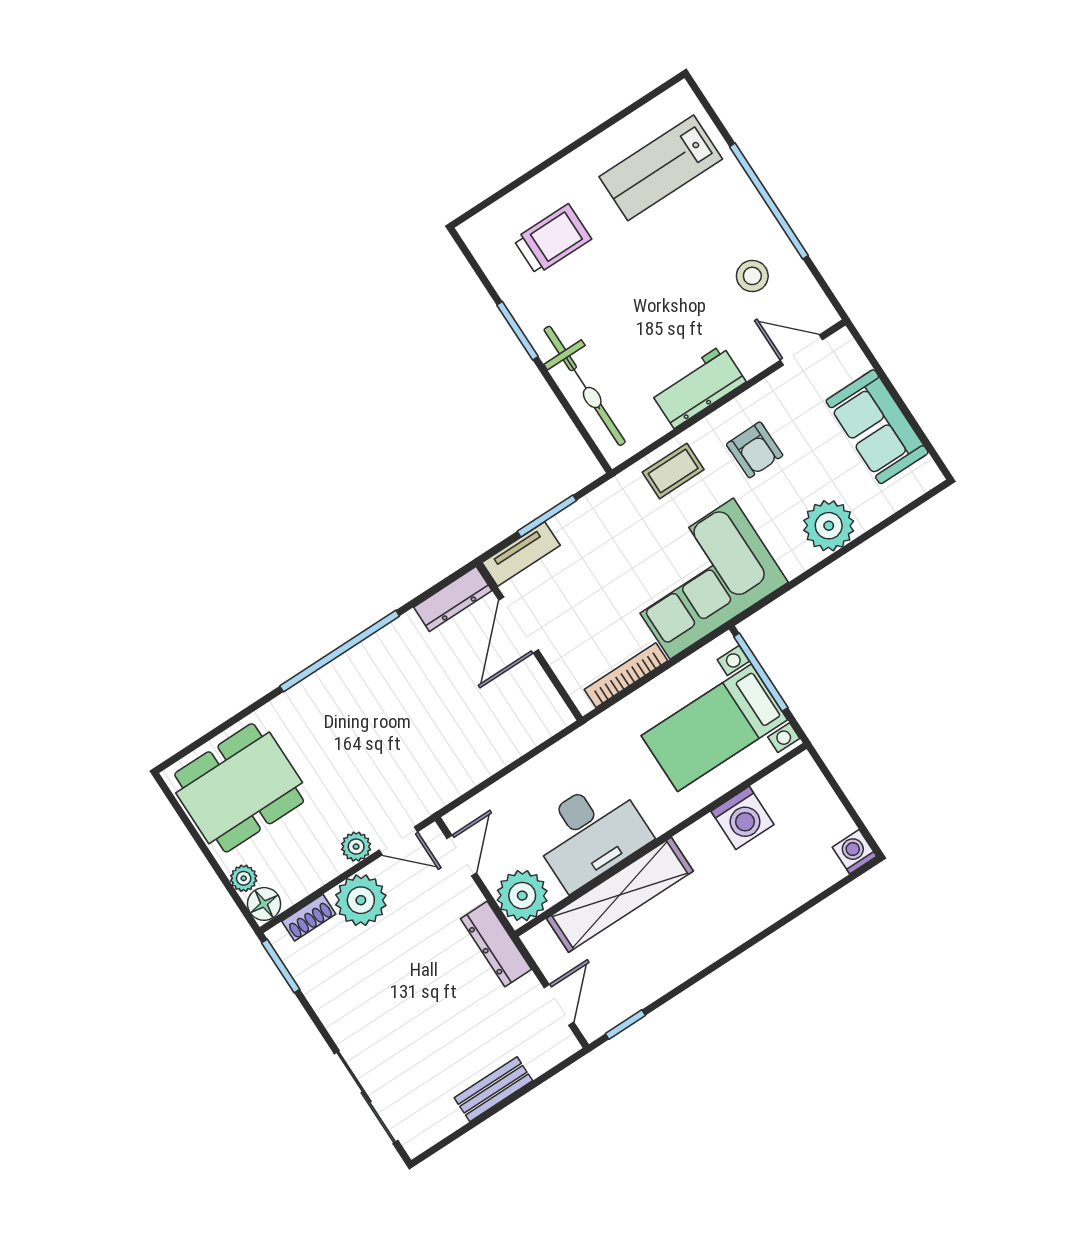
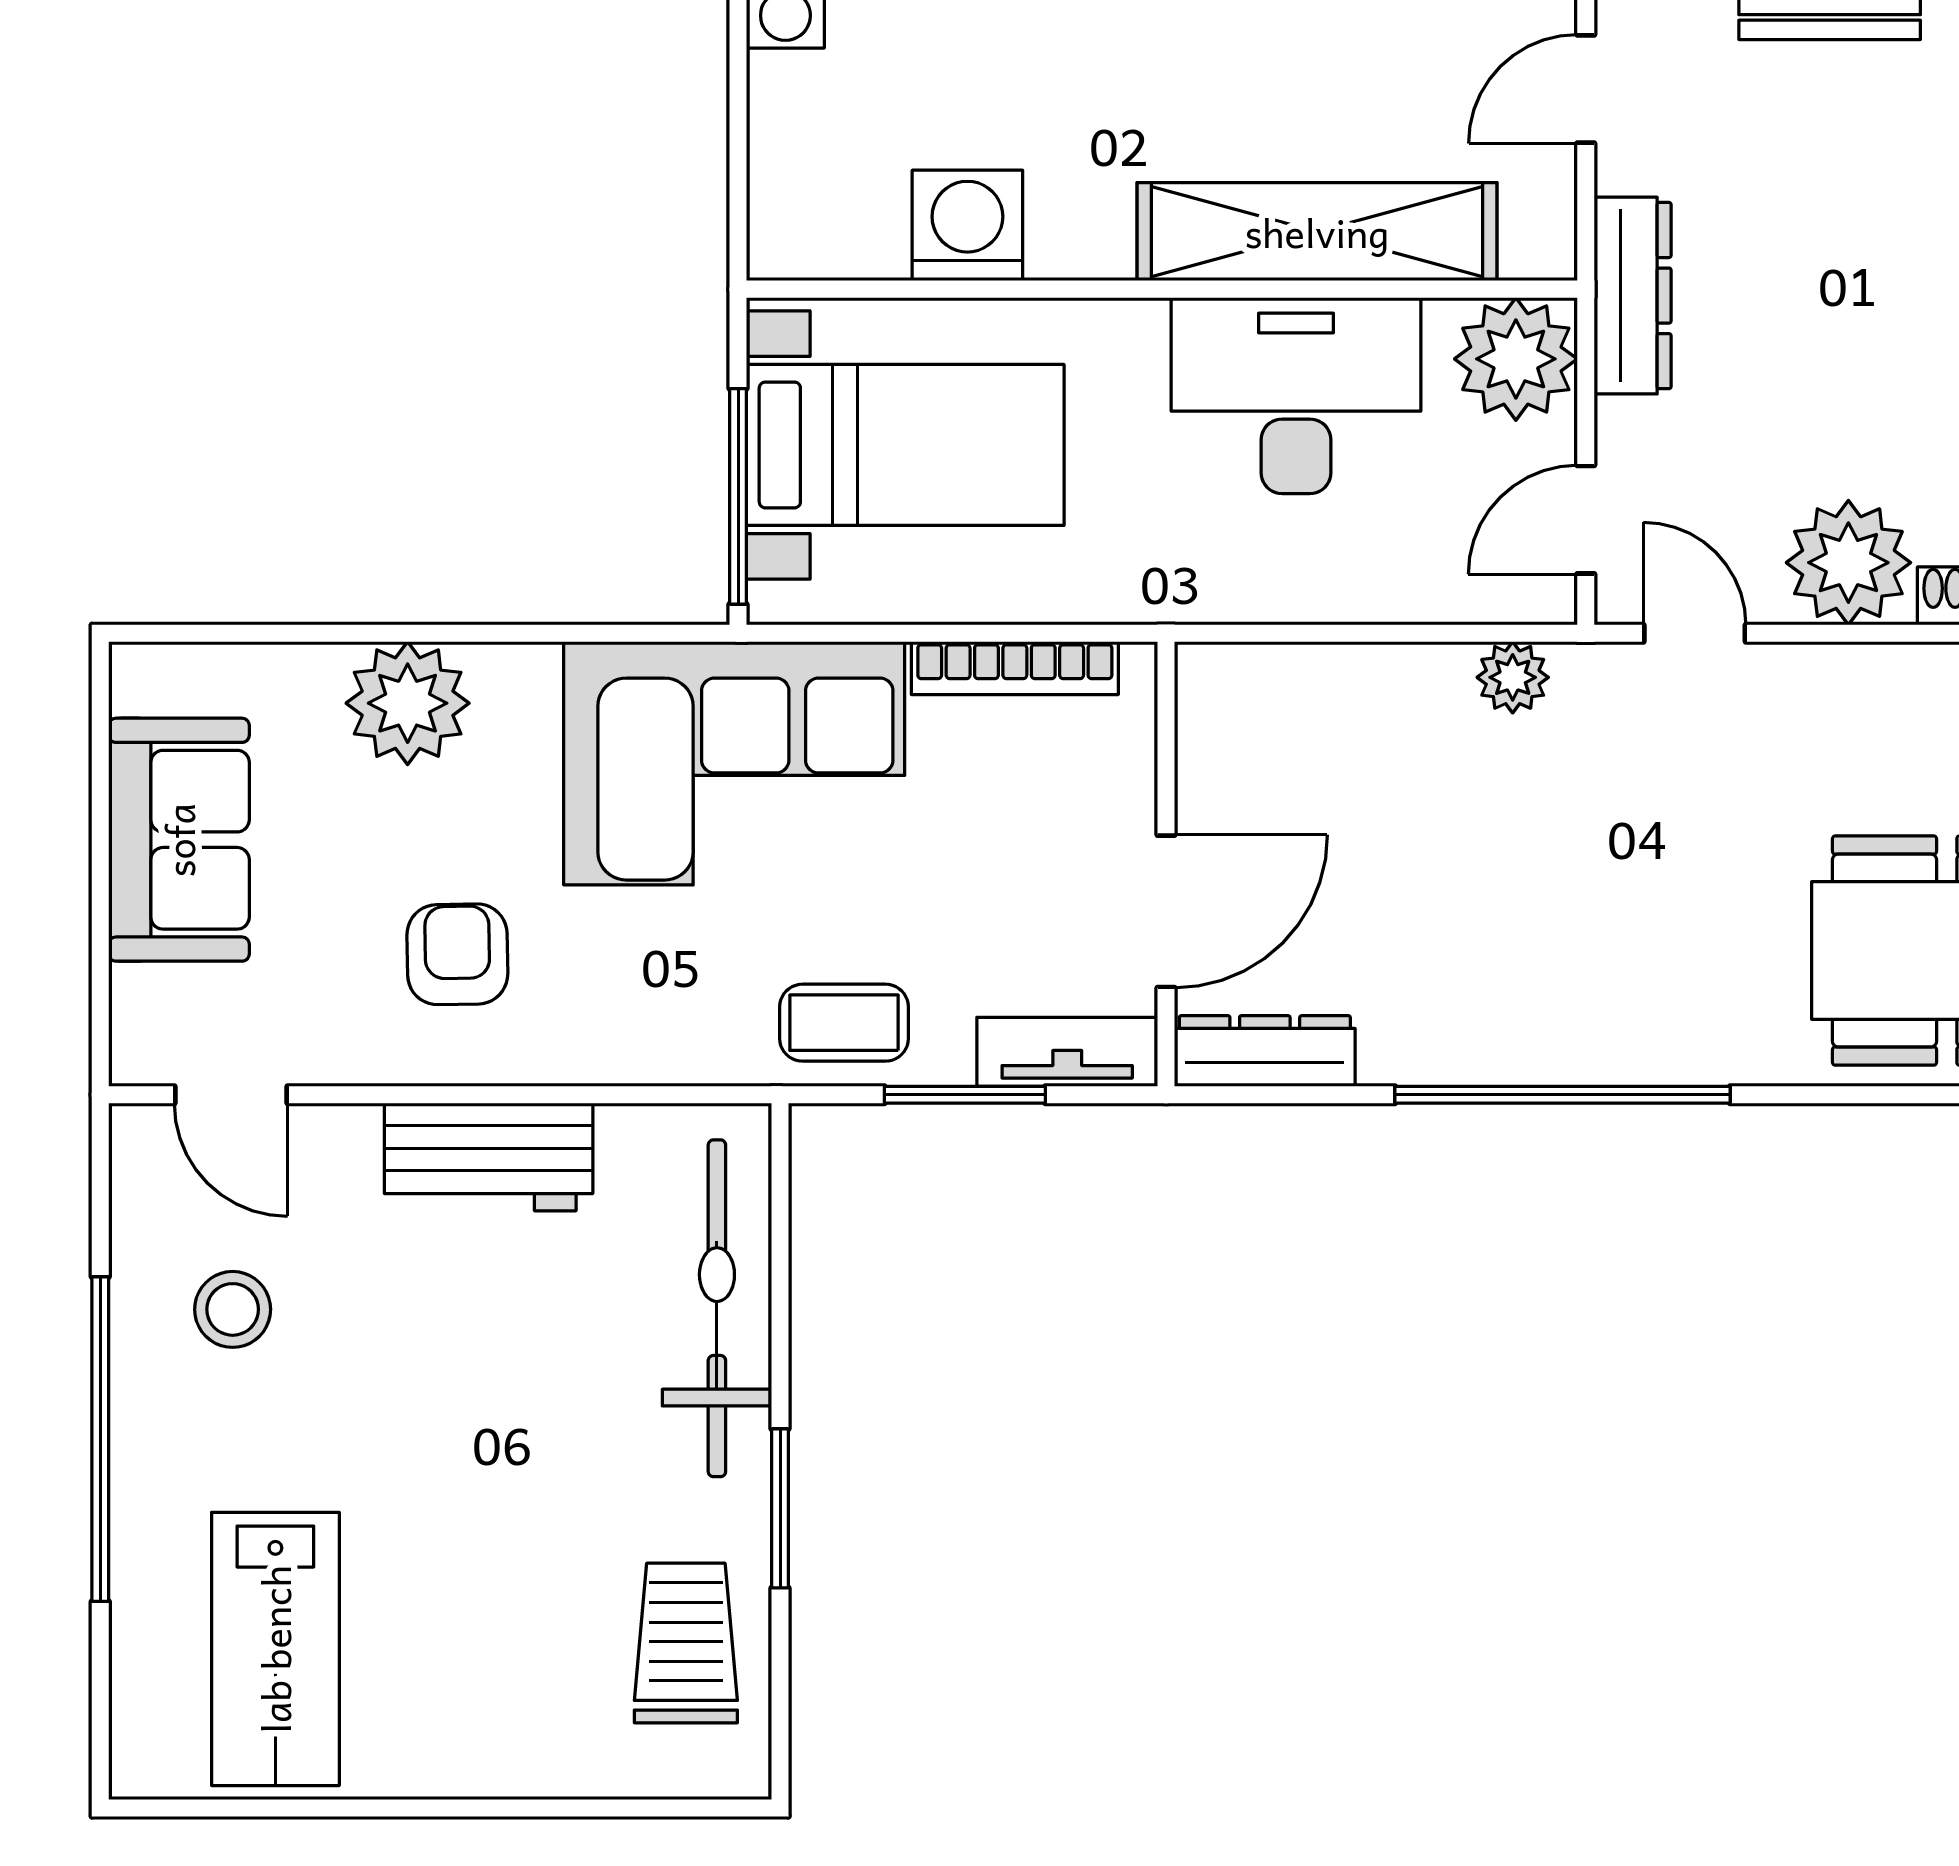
lab bench: (661, 168) -> (275, 1649), turned 90
trolley: (552, 239) -> (686, 1643), moved, turned 90
coffee table: (673, 471) -> (844, 1023), moved
plant: (356, 847) -> (1513, 677), moved

